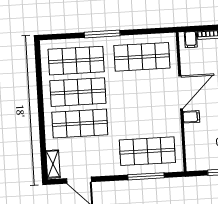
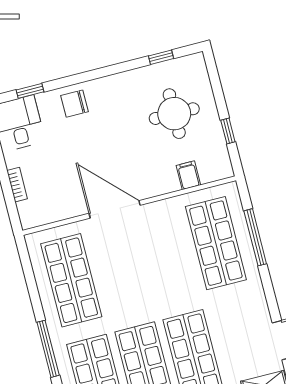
filing cabinet: (191, 40) -> (30, 210), removed
filing cabinet: (191, 117) -> (188, 175), moved

